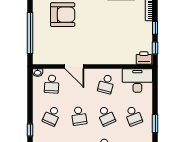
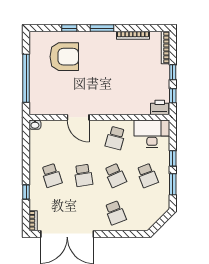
school desk: (52, 84) -> (51, 138), removed
window: (155, 101) -> (173, 158), added
school desk: (52, 116) -> (51, 175), turned -42

